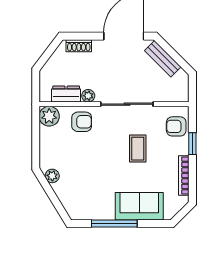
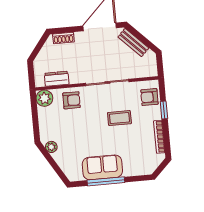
plant: (88, 96) -> (75, 78), removed
coffee table: (138, 149) -> (119, 118), turned 90
sofa: (139, 206) -> (102, 167), moved

